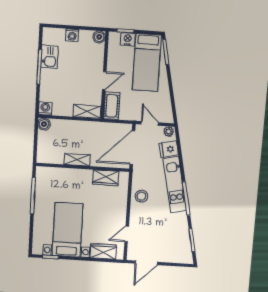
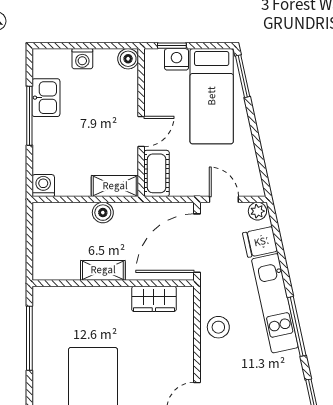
boiler: (44, 124) -> (103, 213), moved

